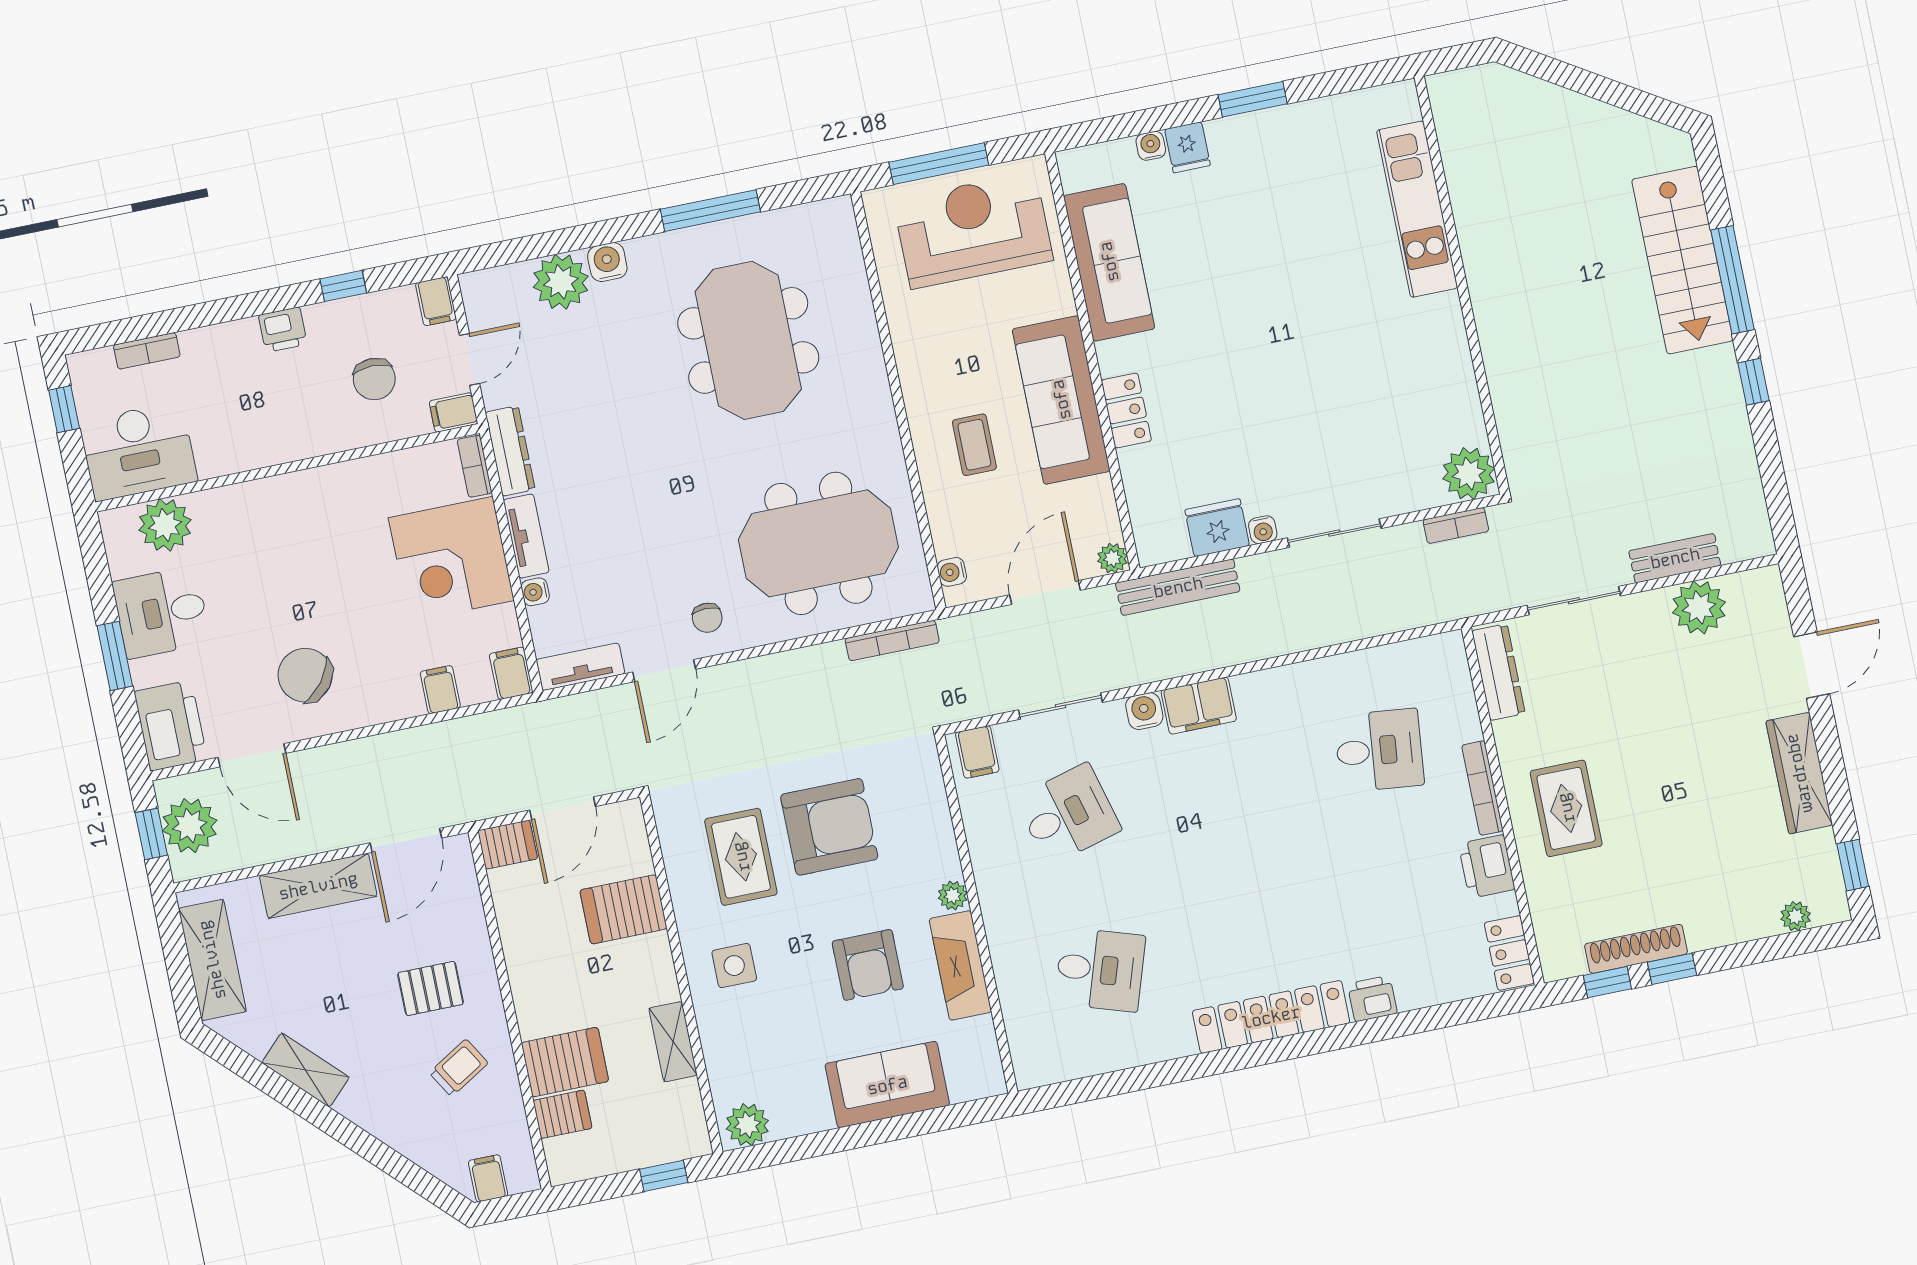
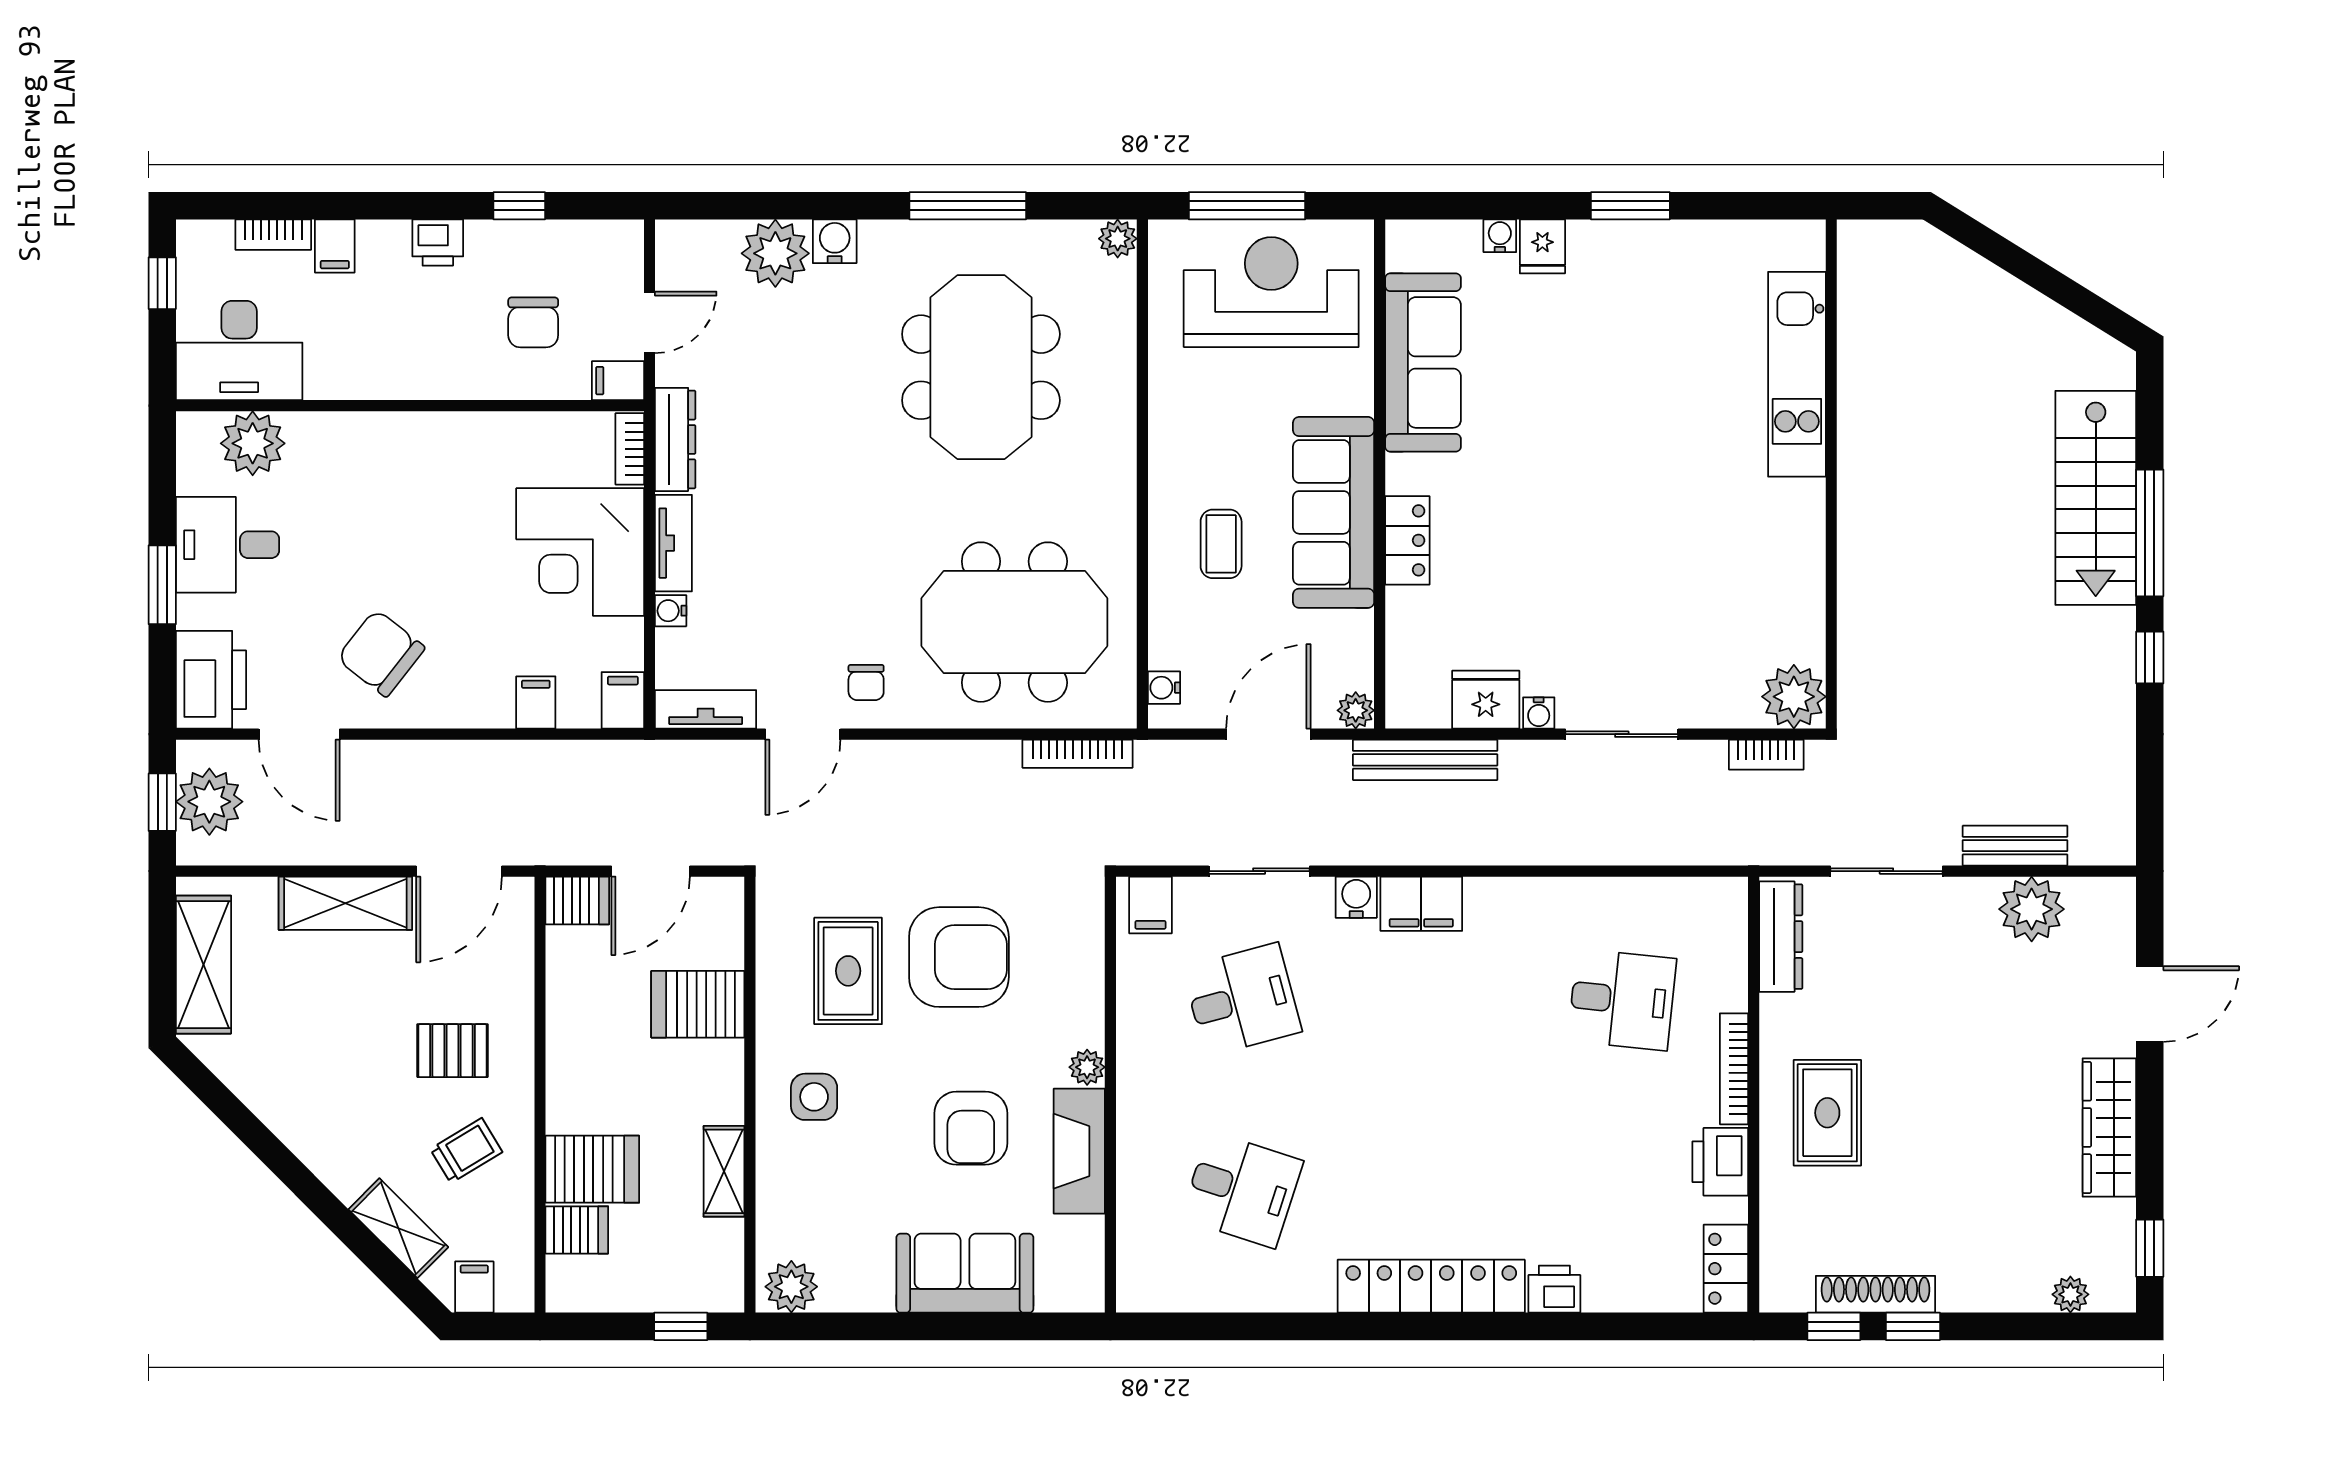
plant: (839, 212) -> (1118, 239), added
filing cabinet: (436, 301) -> (335, 246), moved
shelving: (305, 1070) -> (398, 1228), moved

